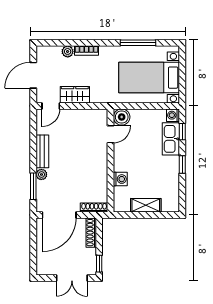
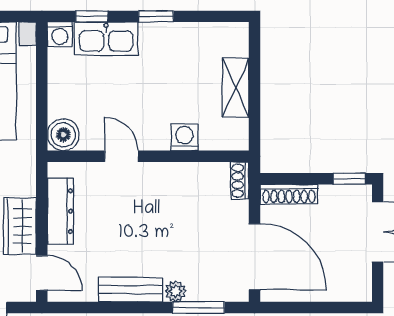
dresser: (83, 115) -> (60, 211), added
door: (111, 134) -> (121, 156), moved
shoe rack: (94, 207) -> (240, 181), width x0.70

